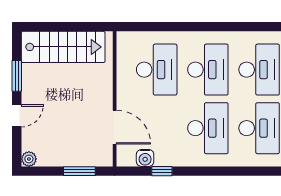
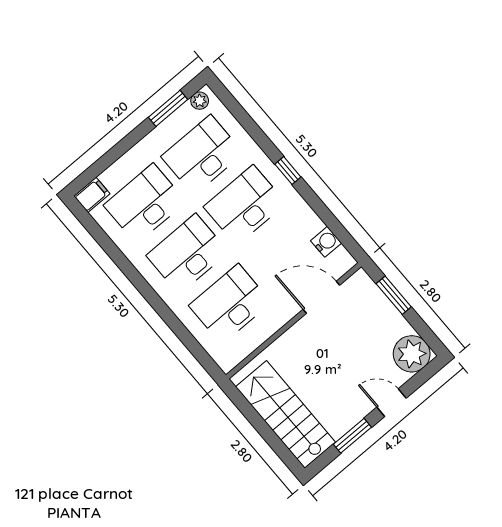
door: (115, 127) -> (321, 297), hinge flipped
plant: (29, 159) -> (412, 354), width x1.87, depth x1.87
window: (162, 171) -> (288, 171), moved

